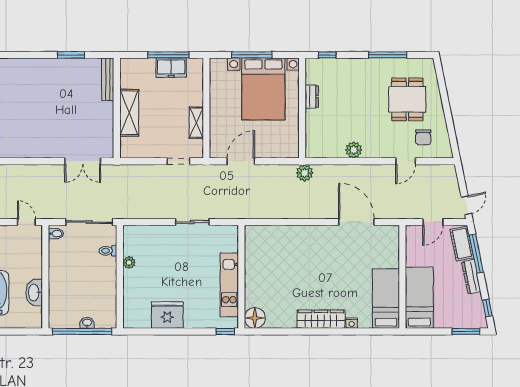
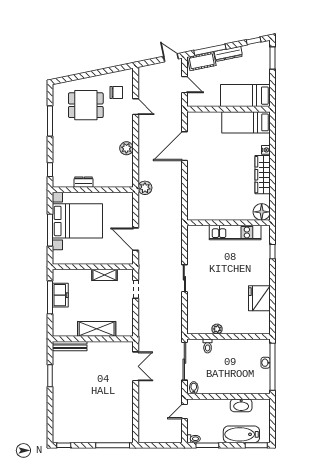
wall: (241, 277) -> (228, 223), moved
kitchen unit: (229, 285) -> (235, 232), moved
floor lamp: (255, 318) -> (262, 212), moved

